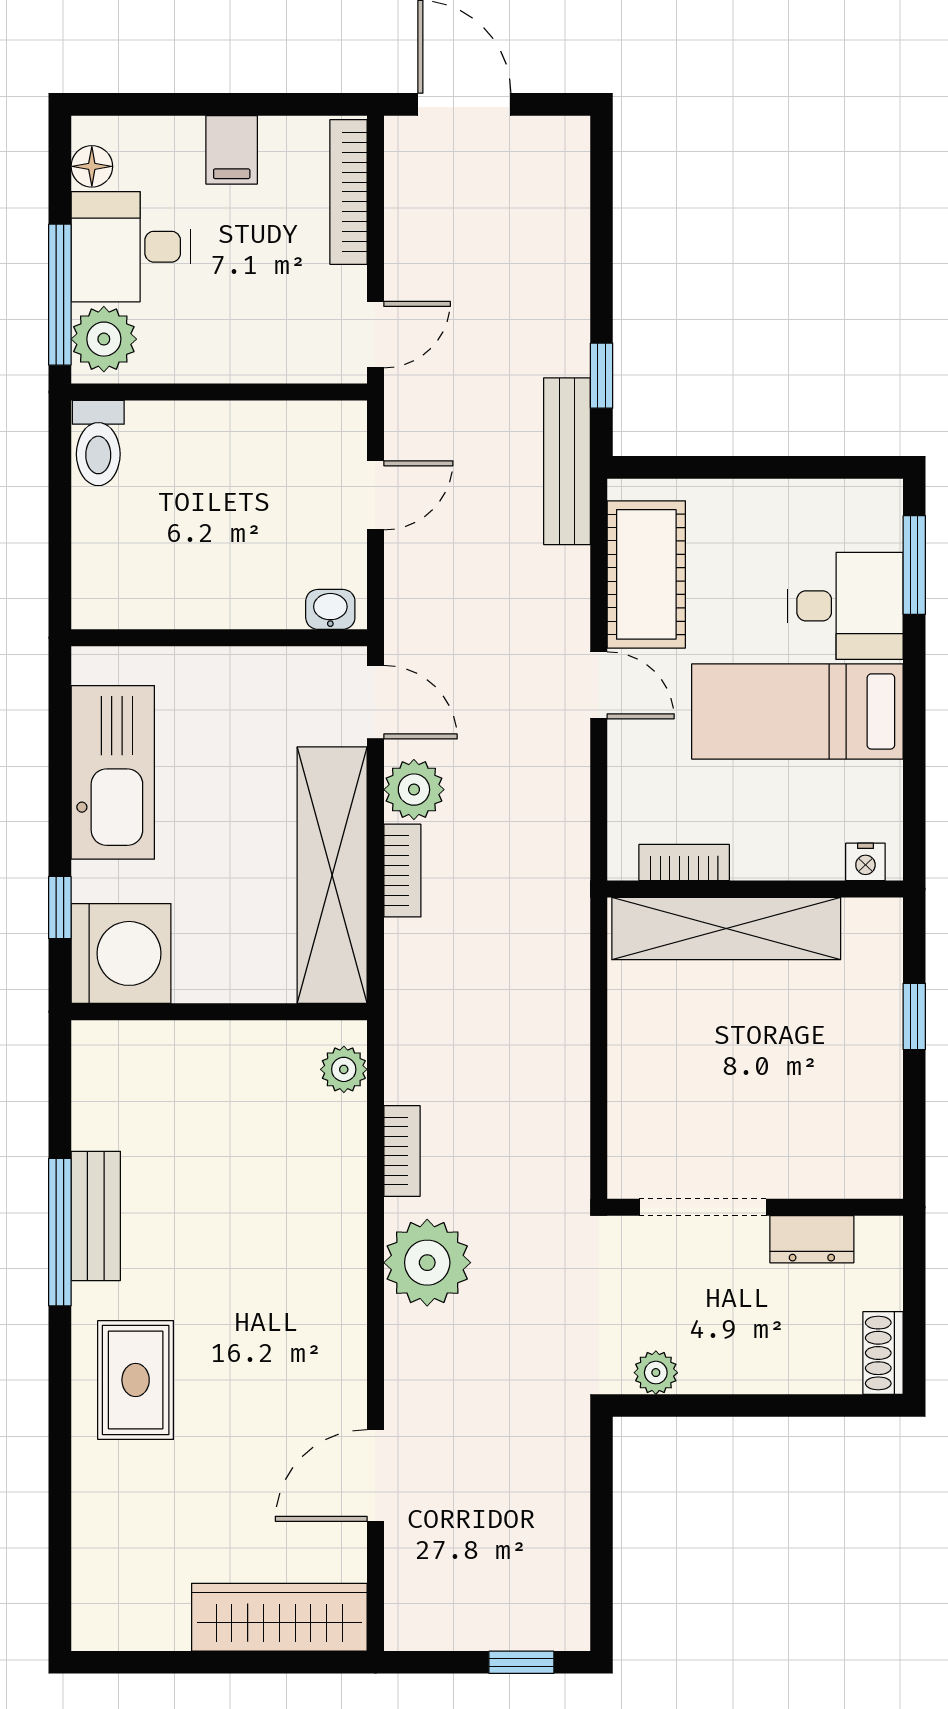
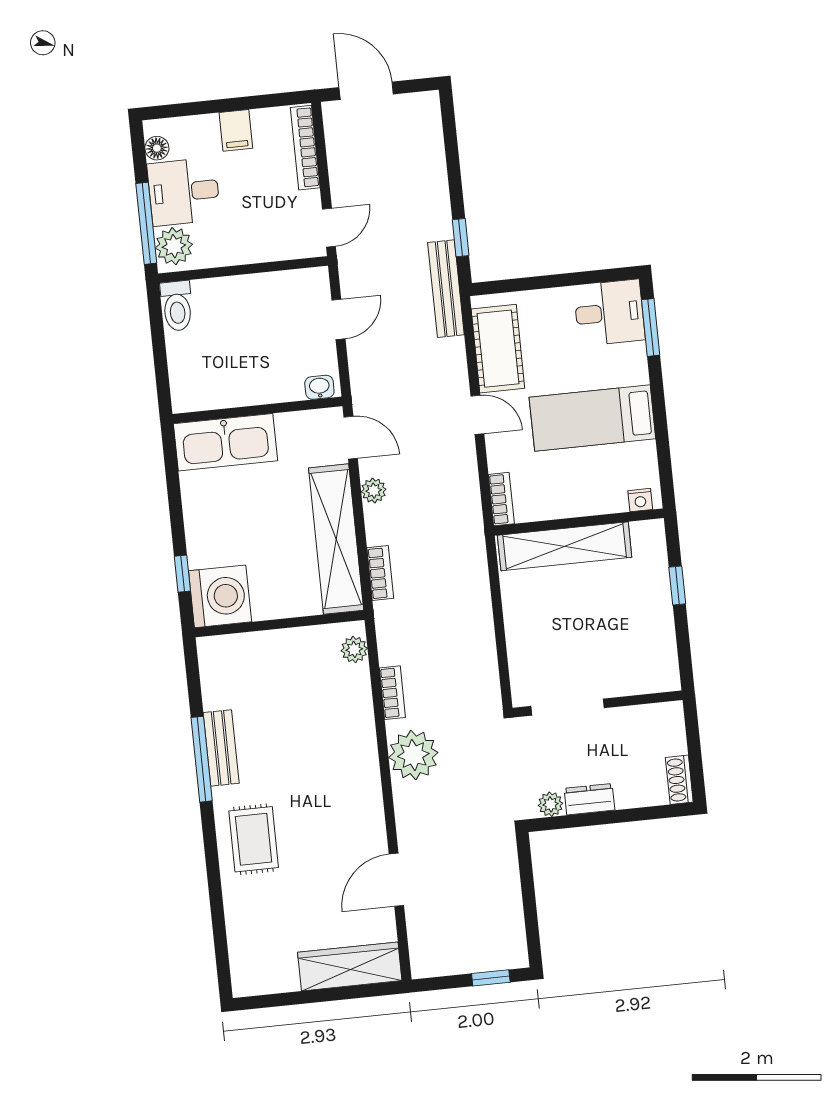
desk: (845, 606) -> (609, 313), moved
kitchen sink: (113, 772) -> (225, 442), moved, turned 90
plant: (414, 790) -> (374, 491), width x0.73, depth x0.73
bookcase: (684, 862) -> (501, 499), moved, turned 90
bookcase: (402, 871) -> (380, 573), moved
dresser: (812, 1239) -> (589, 799), moved, turned 180

